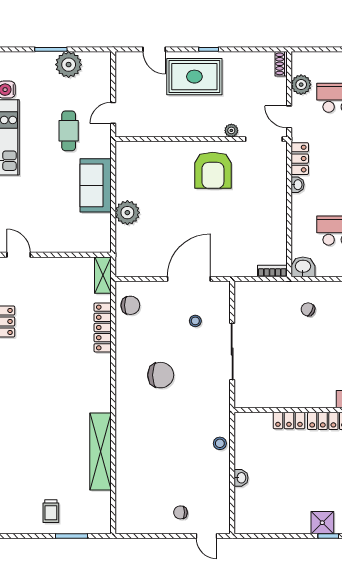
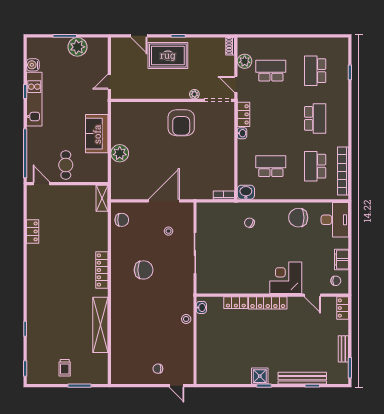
cafe table: (69, 131) -> (66, 165), moved
locker: (103, 328) -> (102, 270), moved
washbasin: (241, 478) -> (201, 307), moved

